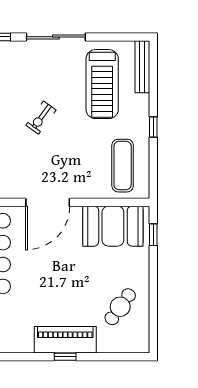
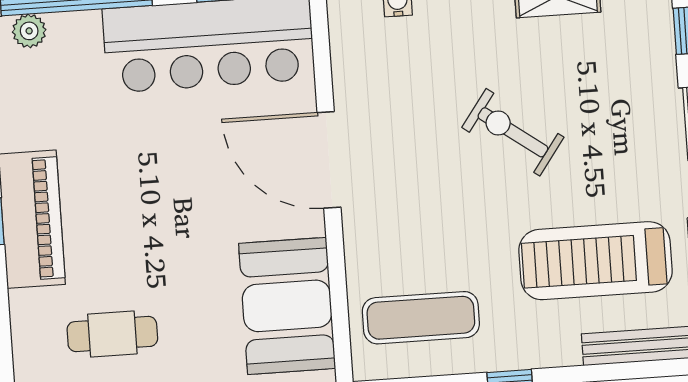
exercise bike: (41, 118) -> (513, 132), width x1.38, depth x1.39
cafe table: (120, 307) -> (112, 334), turned -36

